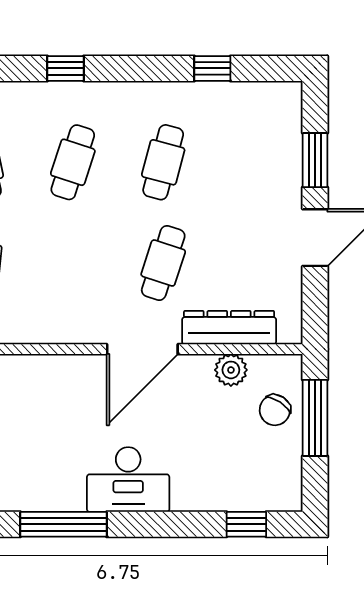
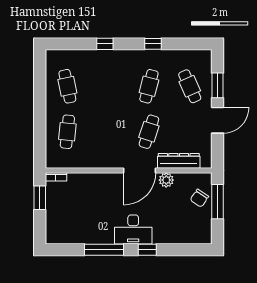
window: (212, 68) -> (153, 44), moved
cafe table: (73, 162) -> (190, 86), moved, turned -42
plant: (231, 370) -> (166, 180), moved
window: (246, 524) -> (147, 250), moved

